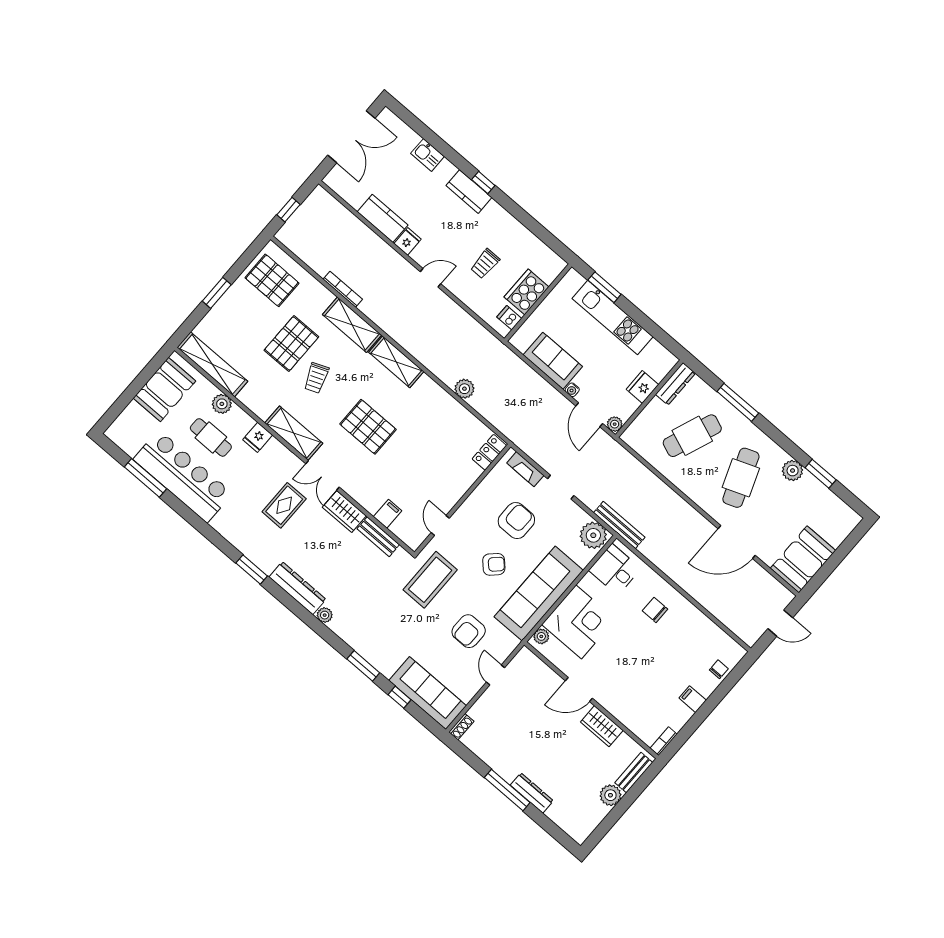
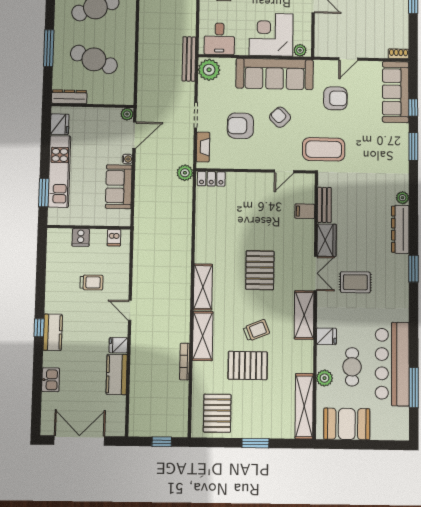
cooker: (527, 292) -> (81, 237), width x0.53, depth x0.76
fridge: (642, 387) -> (60, 124), moved, turned -90
plant: (464, 389) -> (185, 173), moved

